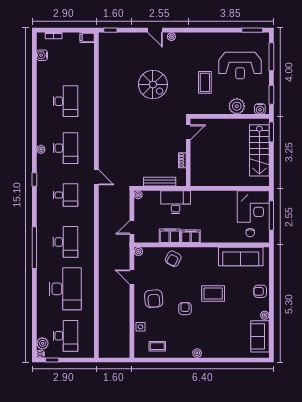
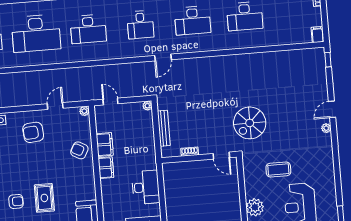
spiral stairs: (153, 84) -> (250, 123), moved
desk: (176, 202) -> (146, 187), moved
armchair: (185, 309) -> (16, 201), moved

